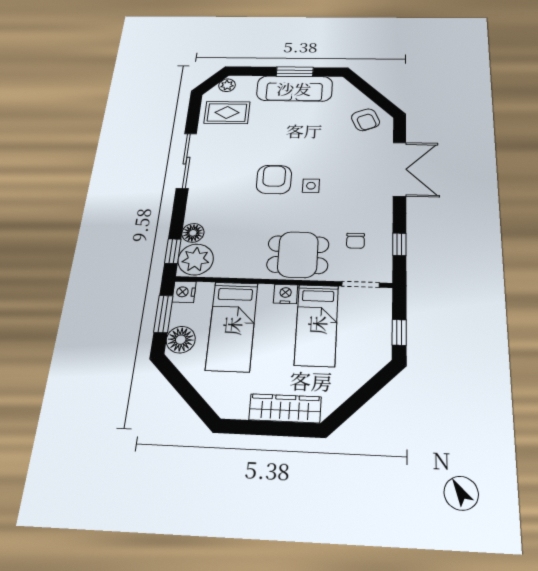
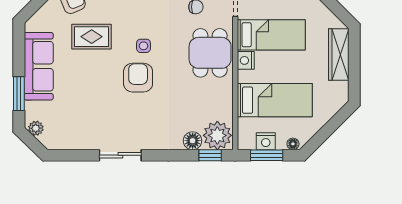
window: (295, 72) -> (19, 94), moved
rug: (227, 113) -> (92, 37), moved, turned 90
sliding door: (186, 161) -> (120, 155), width x0.73
armchair: (274, 180) -> (138, 78), turned 90
nightstand: (184, 292) -> (266, 141), moved
floor lamp: (181, 340) -> (293, 144), width x0.53, depth x0.53

